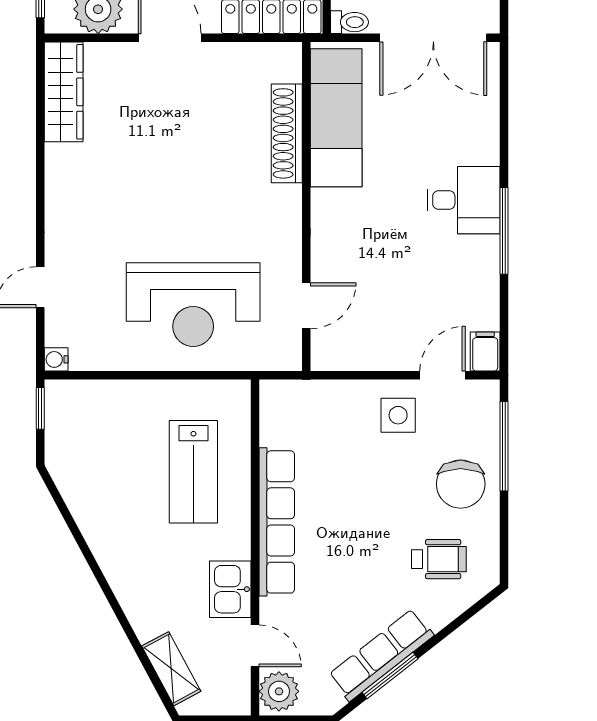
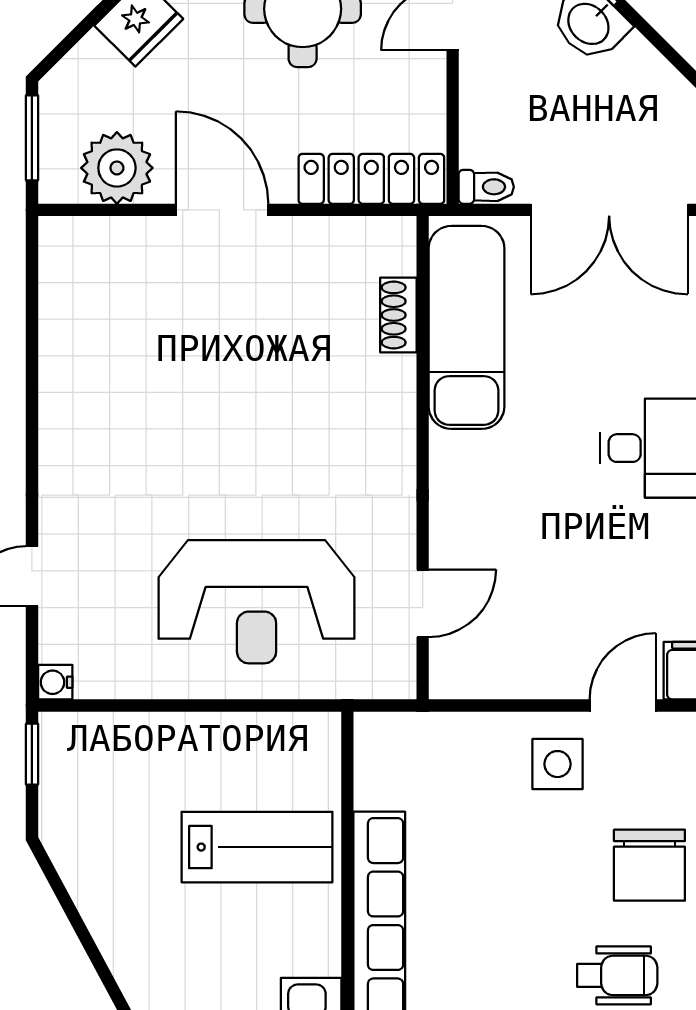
wardrobe: (64, 92) -> (66, 289), removed
shoe rack: (287, 133) -> (398, 315), width x0.51, depth x0.81
lab bench: (193, 472) -> (257, 847), turned -90

